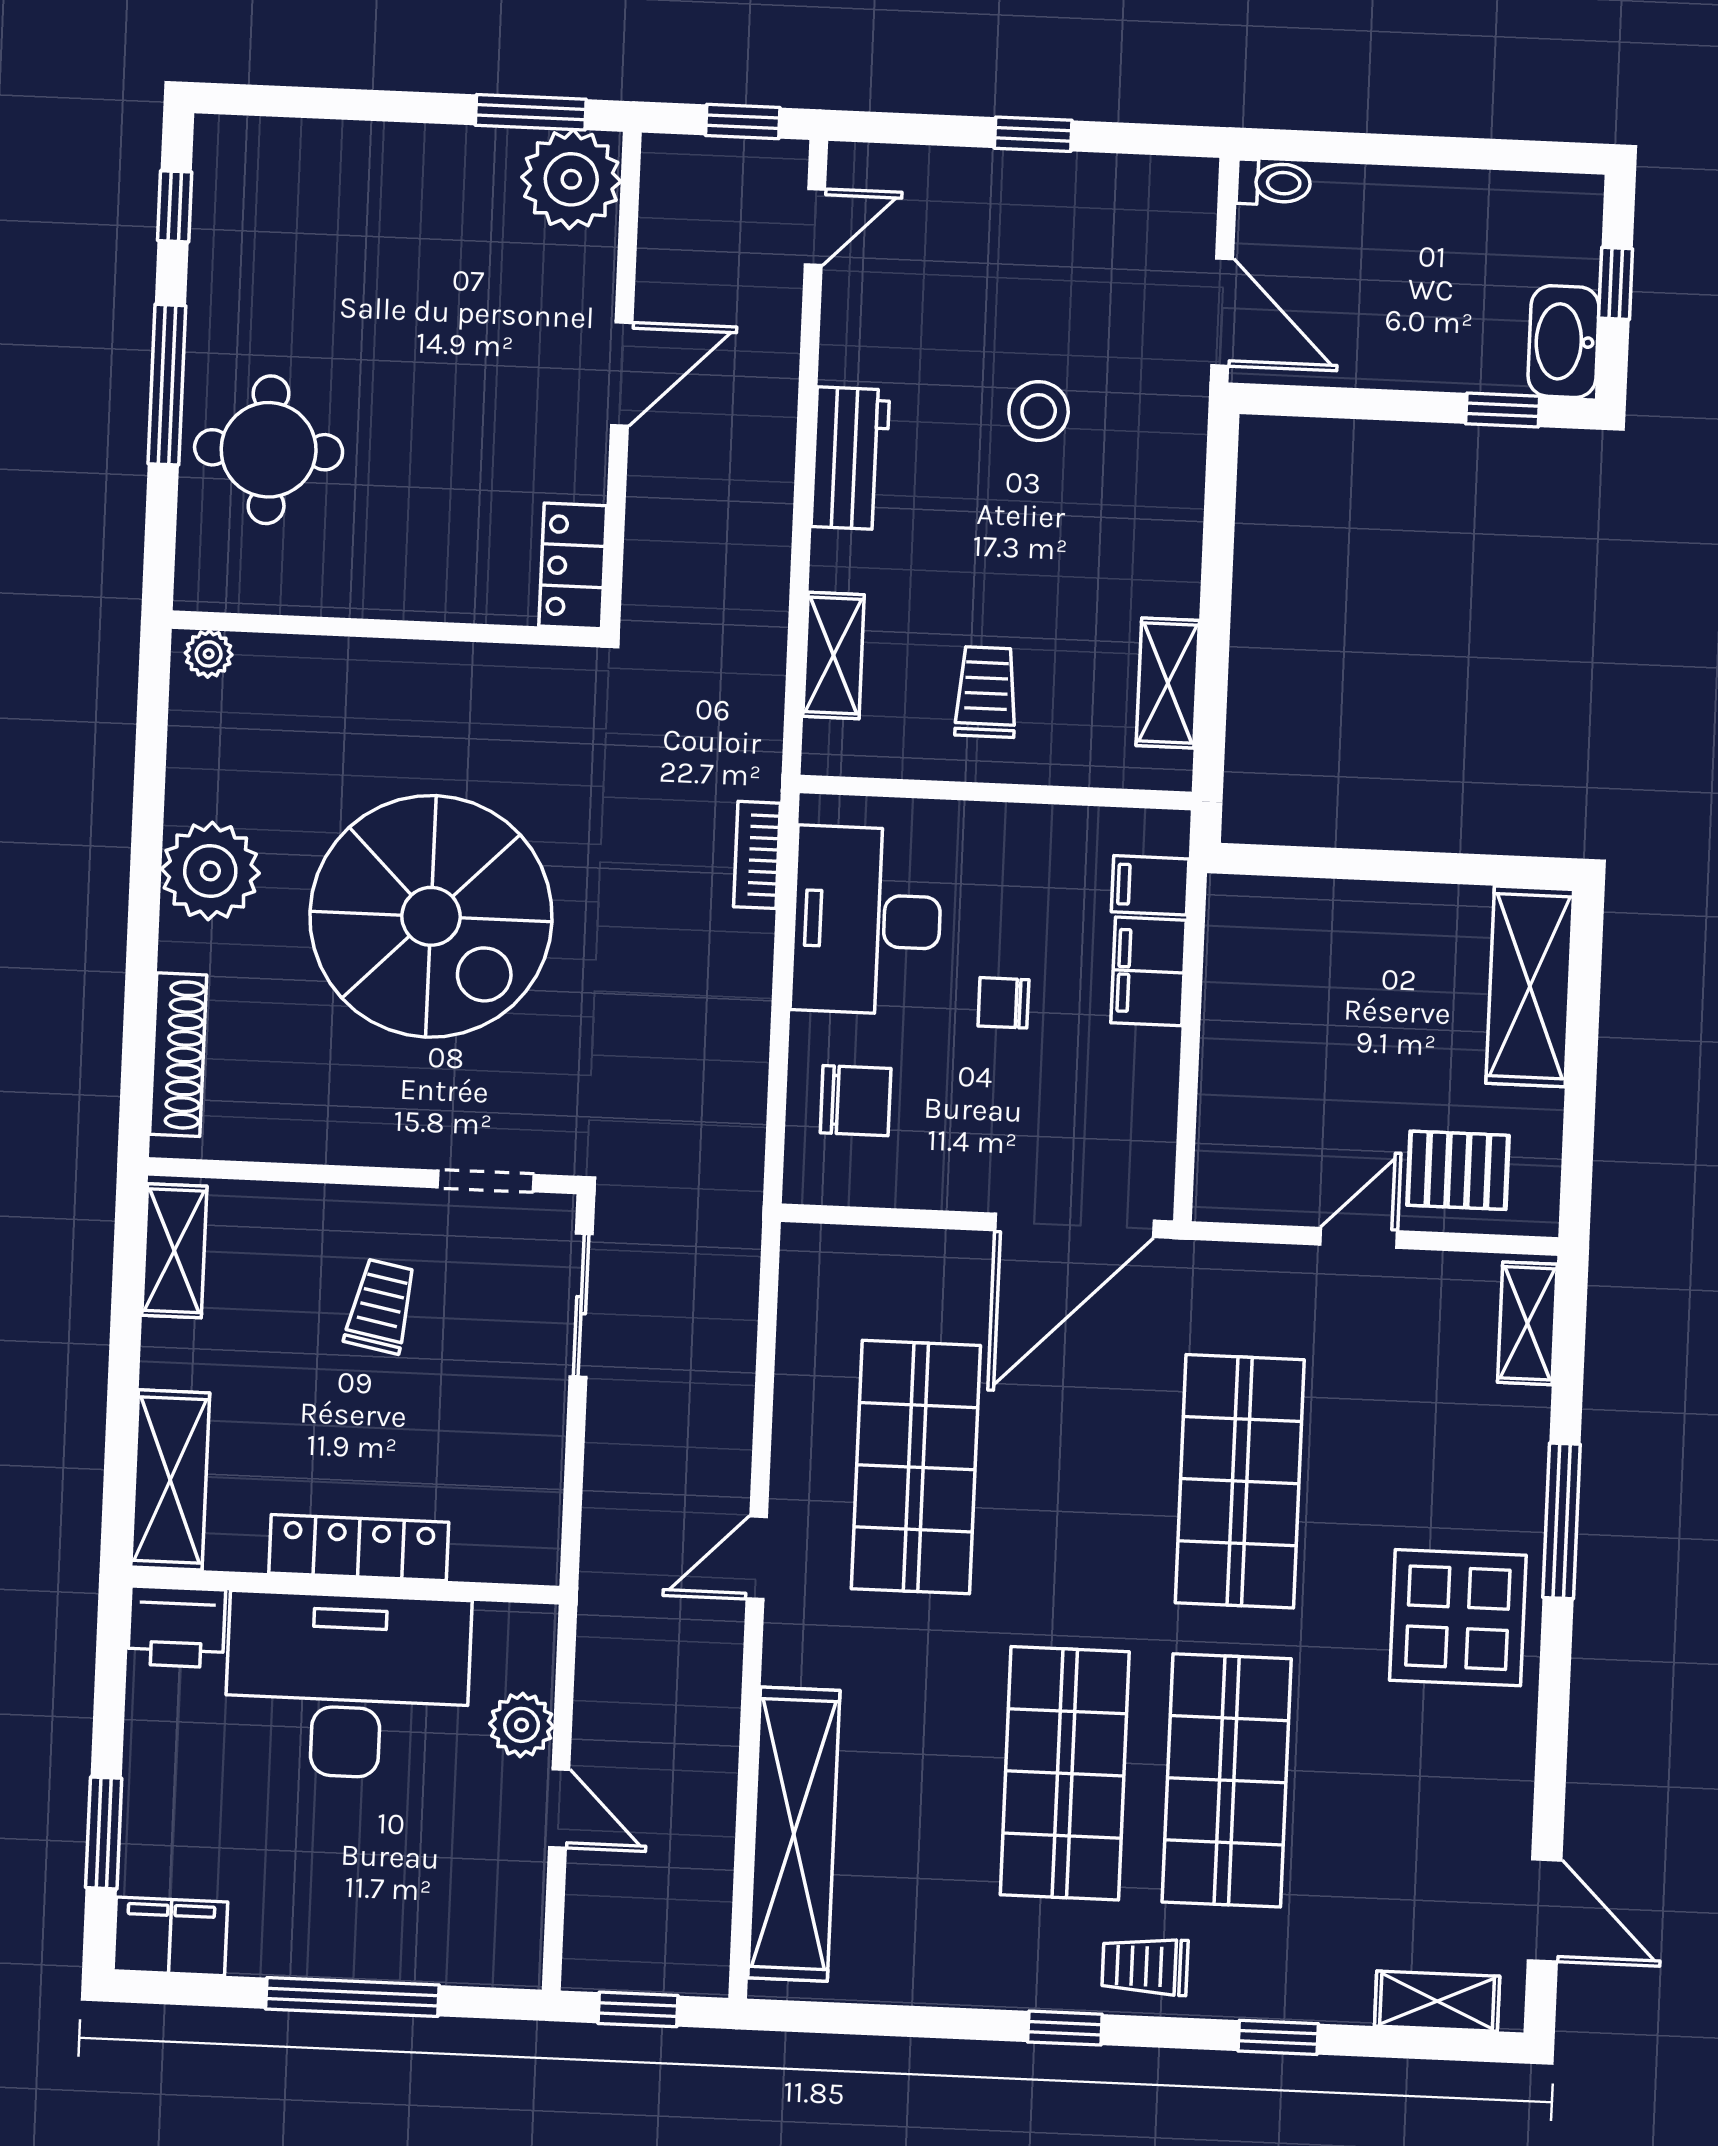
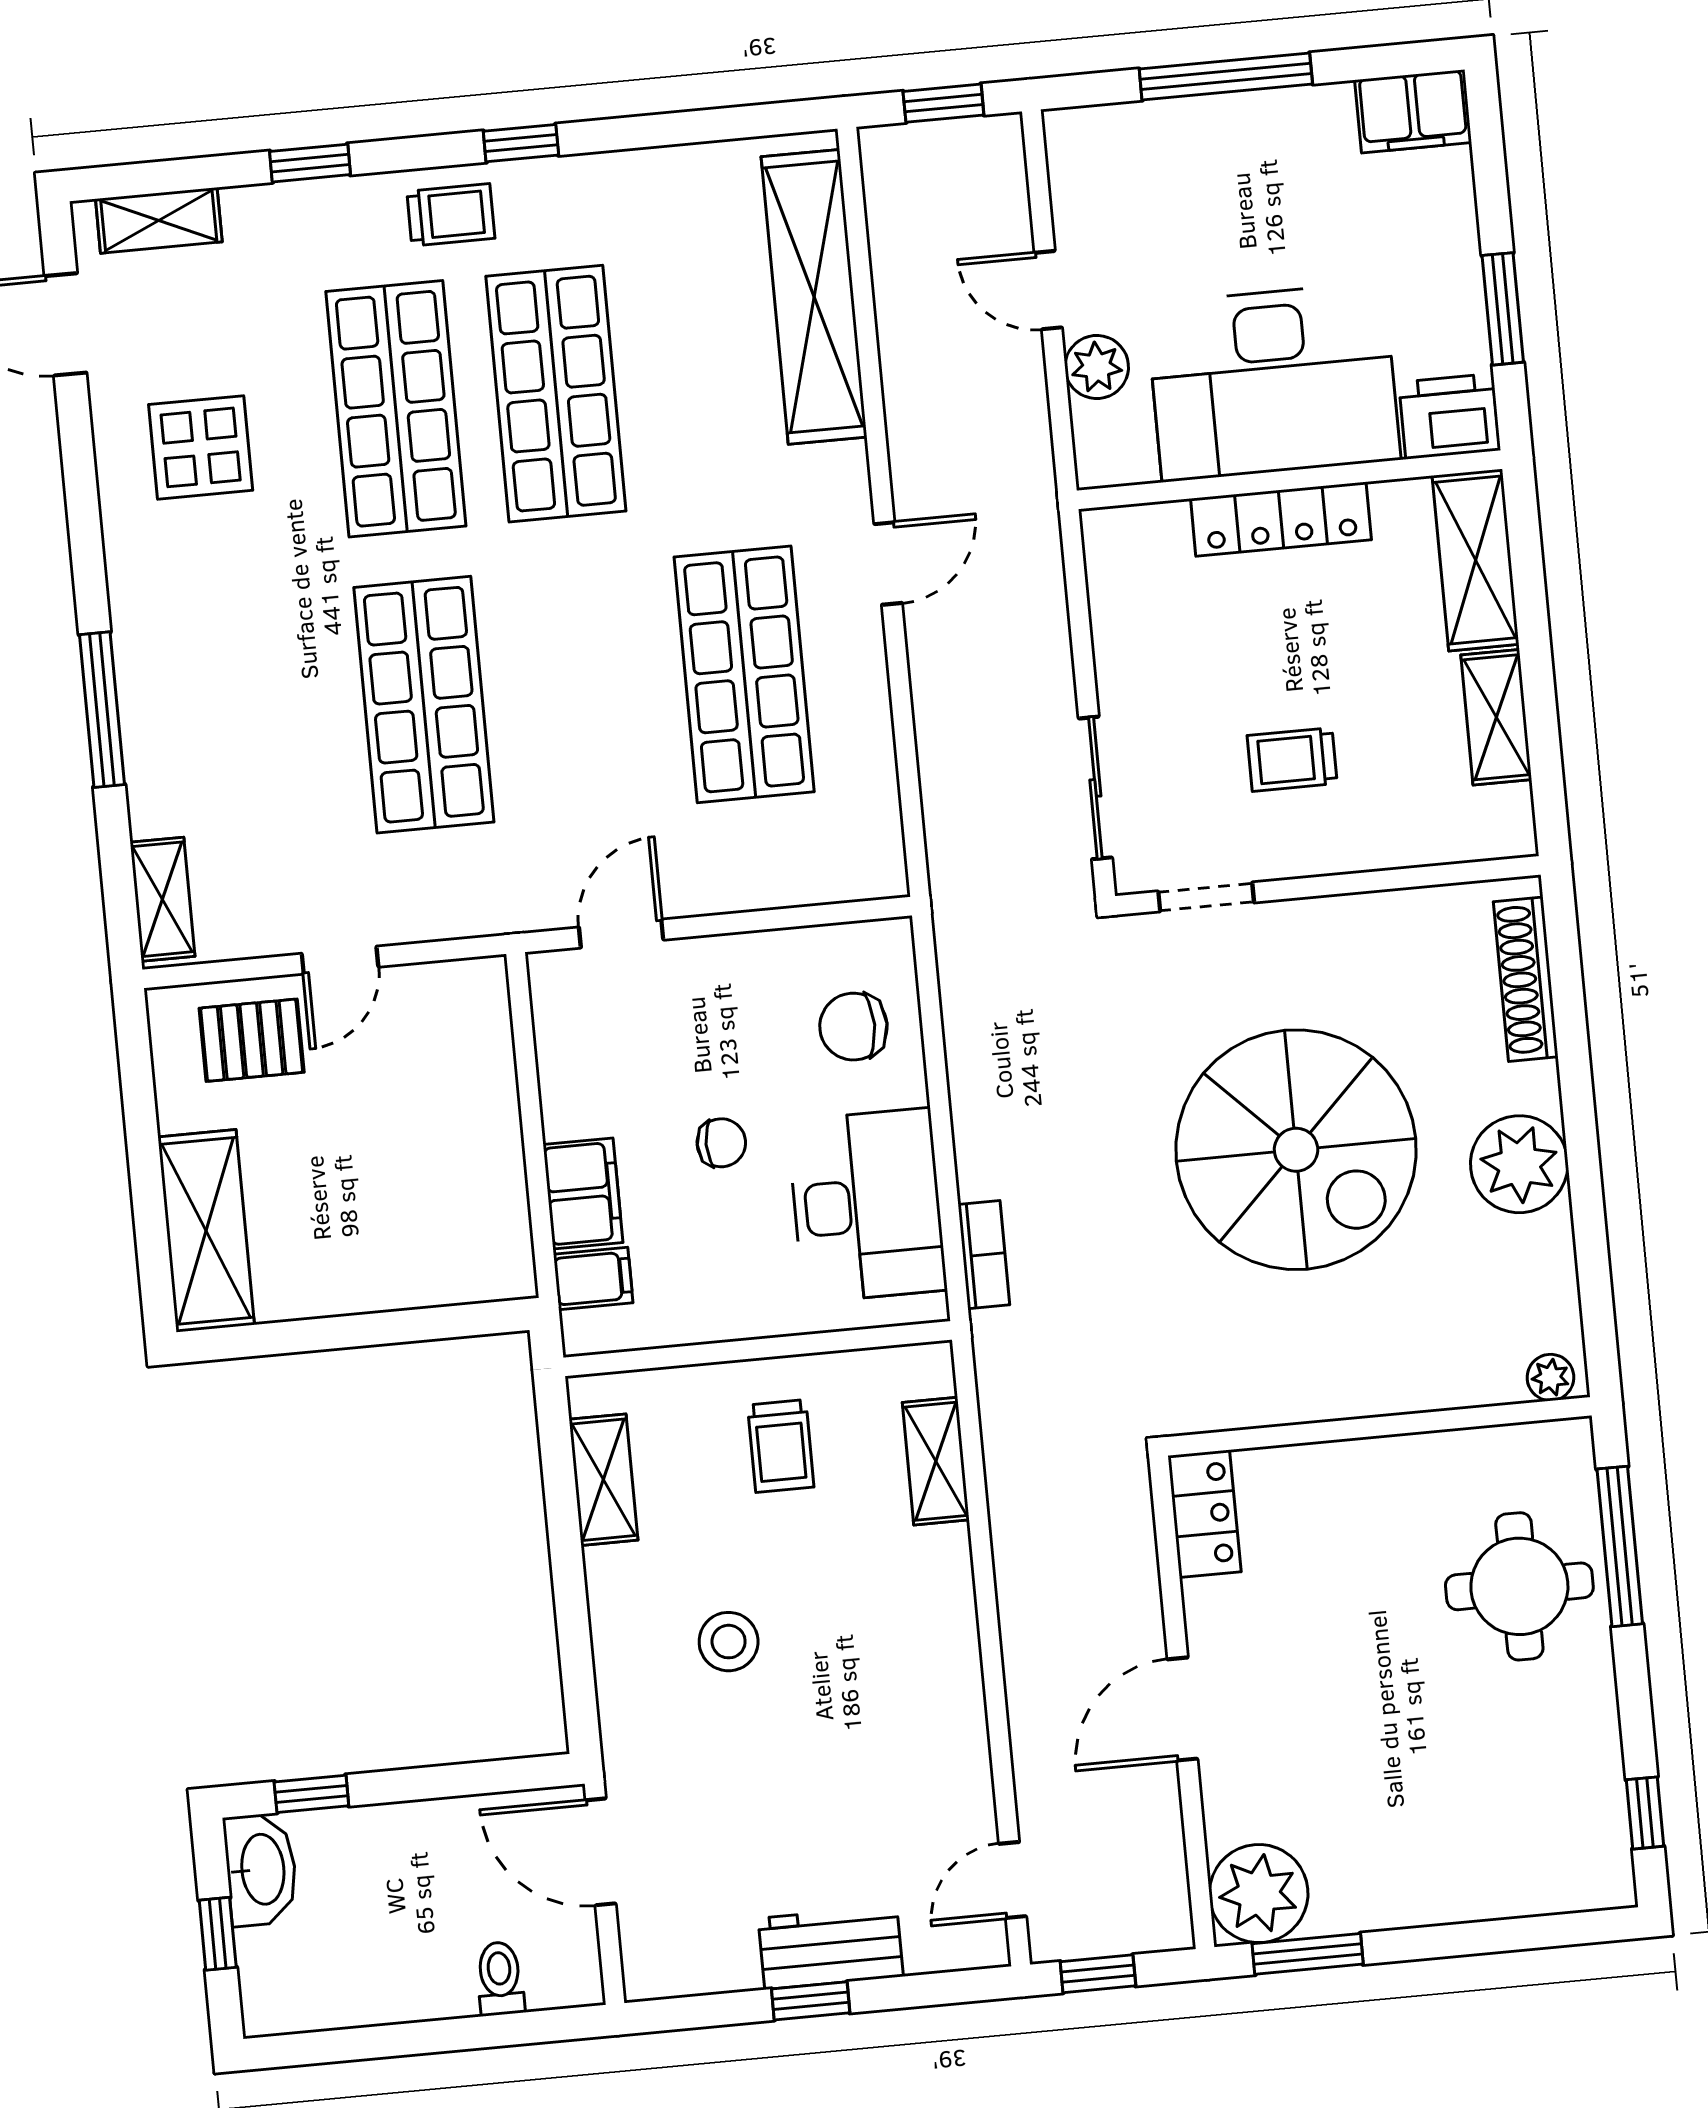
toilet: (1274, 183) -> (500, 1978), moved, turned 90
window: (167, 385) -> (1620, 1546), moved
stool: (1039, 411) -> (729, 1642), moved
workbench: (850, 458) -> (831, 1947), moved, turned 90
spiral stairs: (431, 916) -> (1296, 1150), turned 180
door: (1074, 1225) -> (621, 934), width x0.53
shelving: (174, 1251) -> (1496, 717), moved
trolley: (381, 1306) -> (1292, 759), turned 79
display table: (1458, 1618) -> (201, 447), moved, width x0.73, depth x0.73
window: (104, 1833) -> (1503, 309), moved

